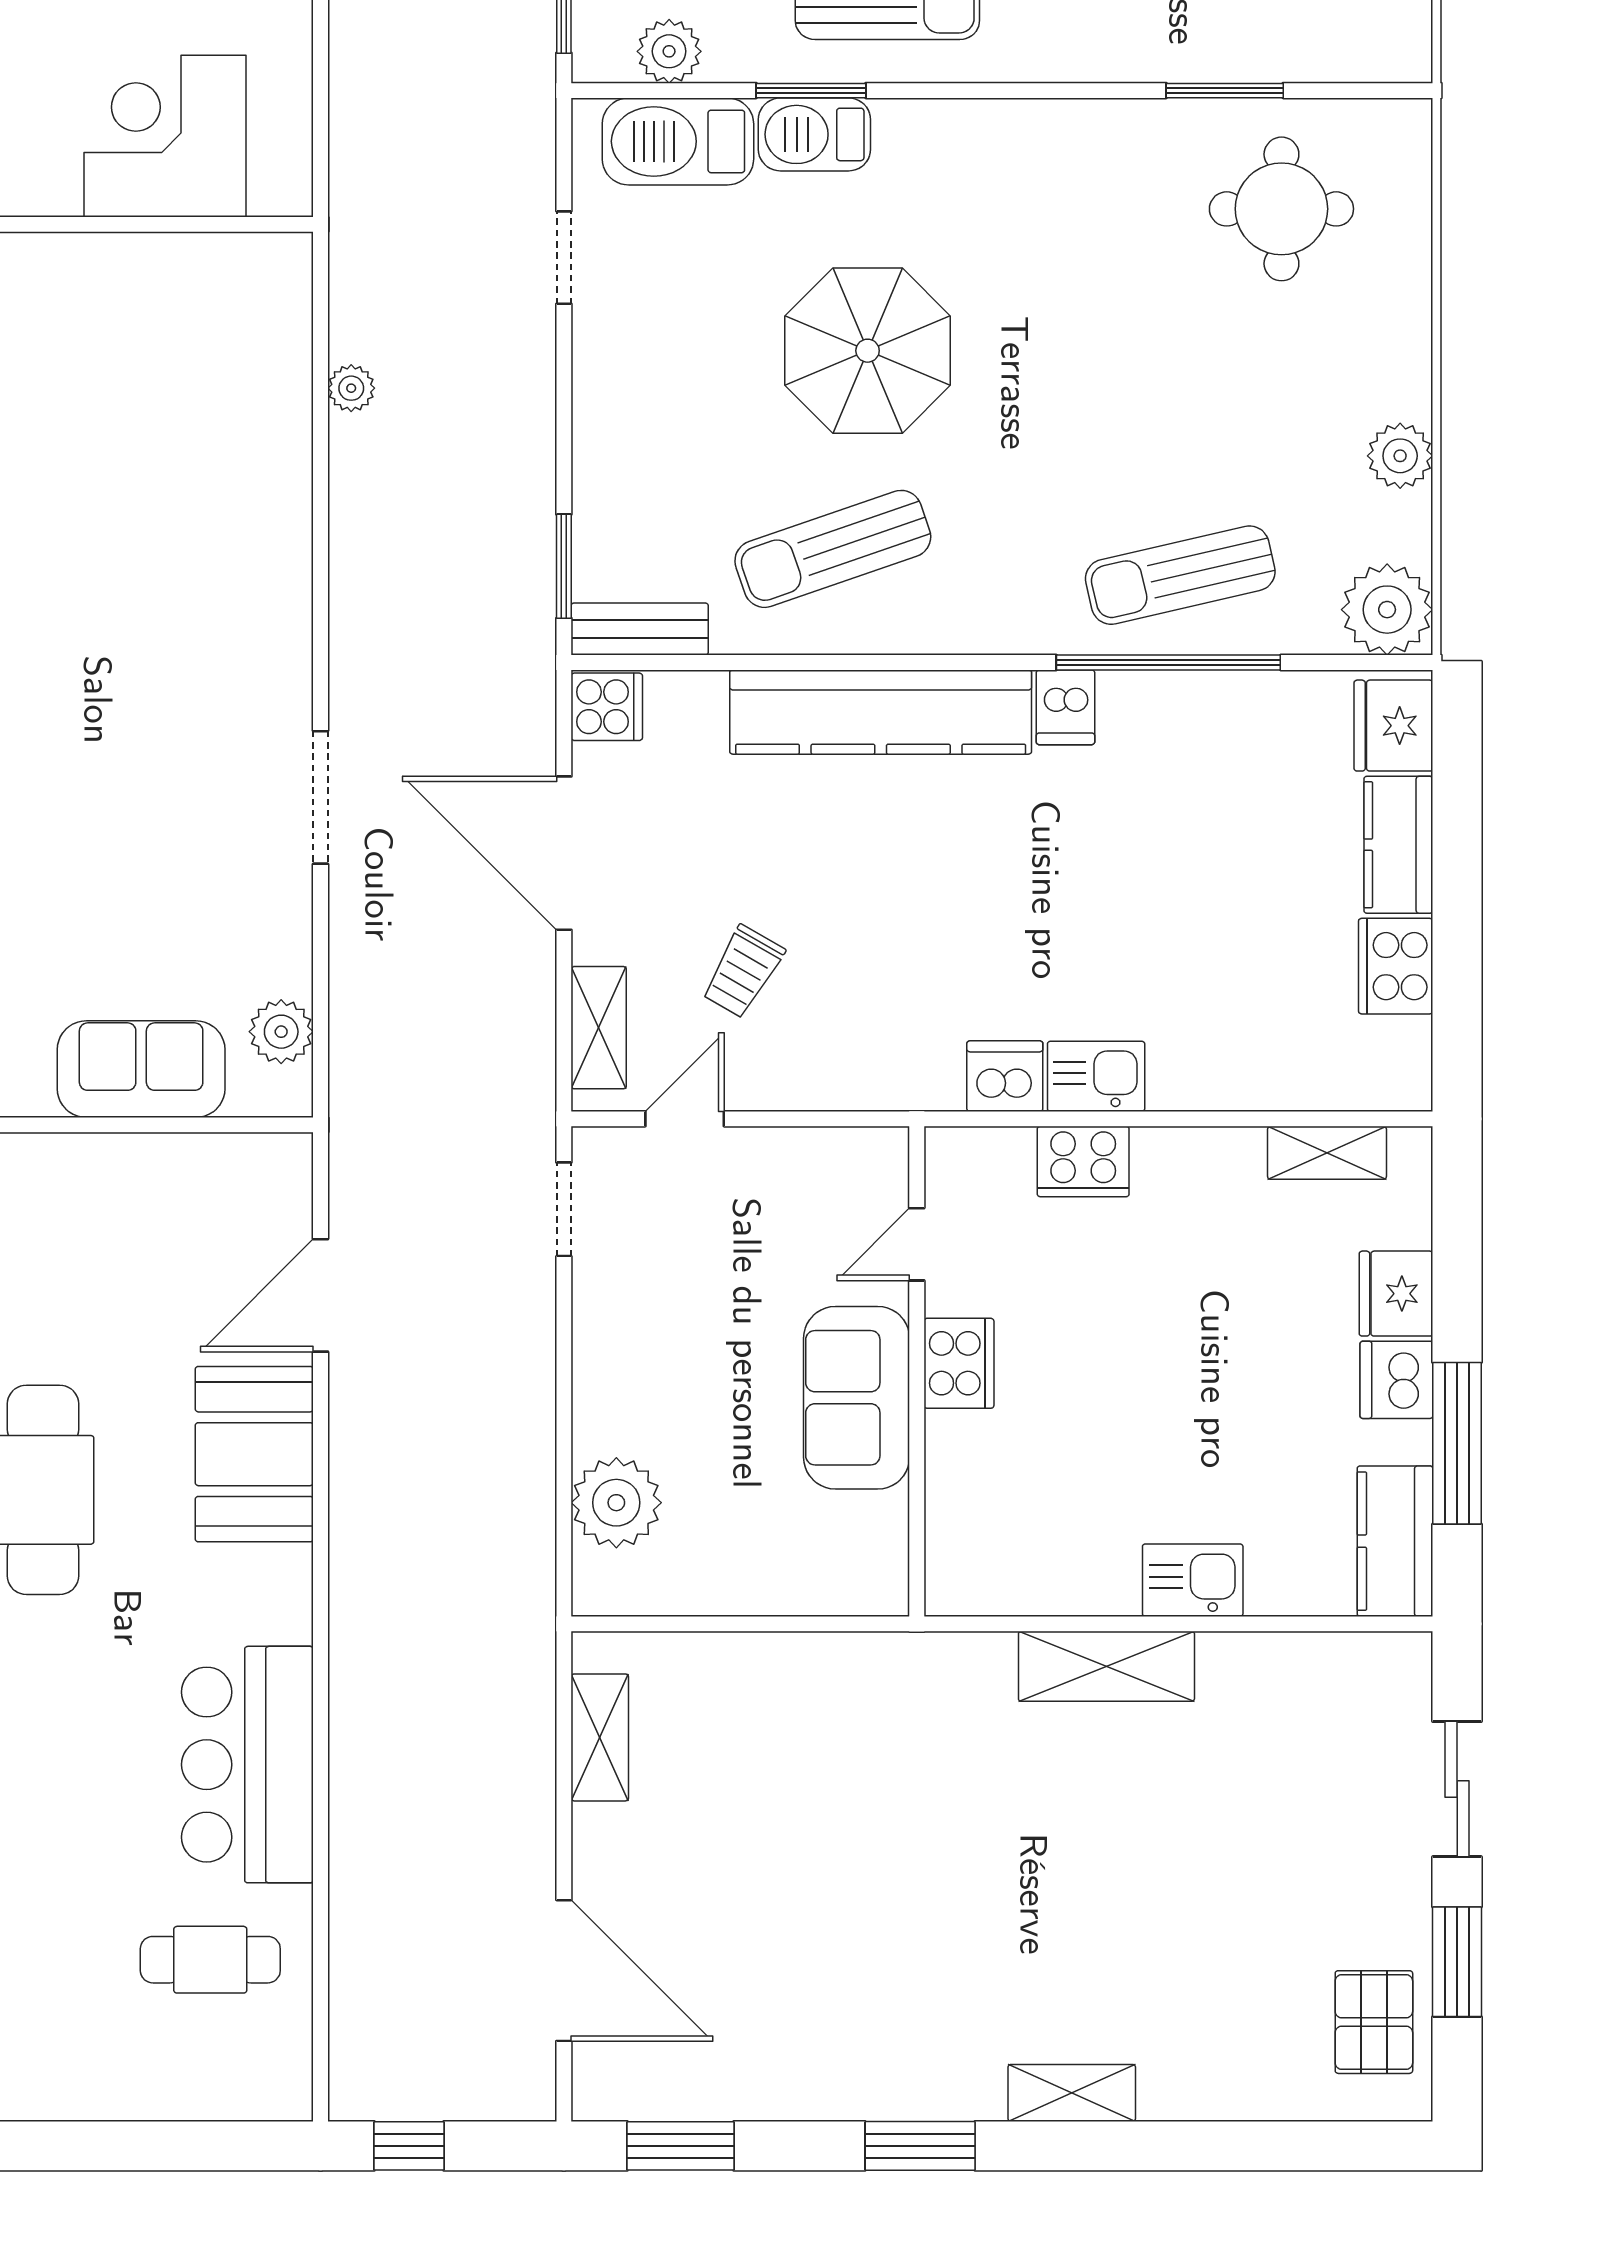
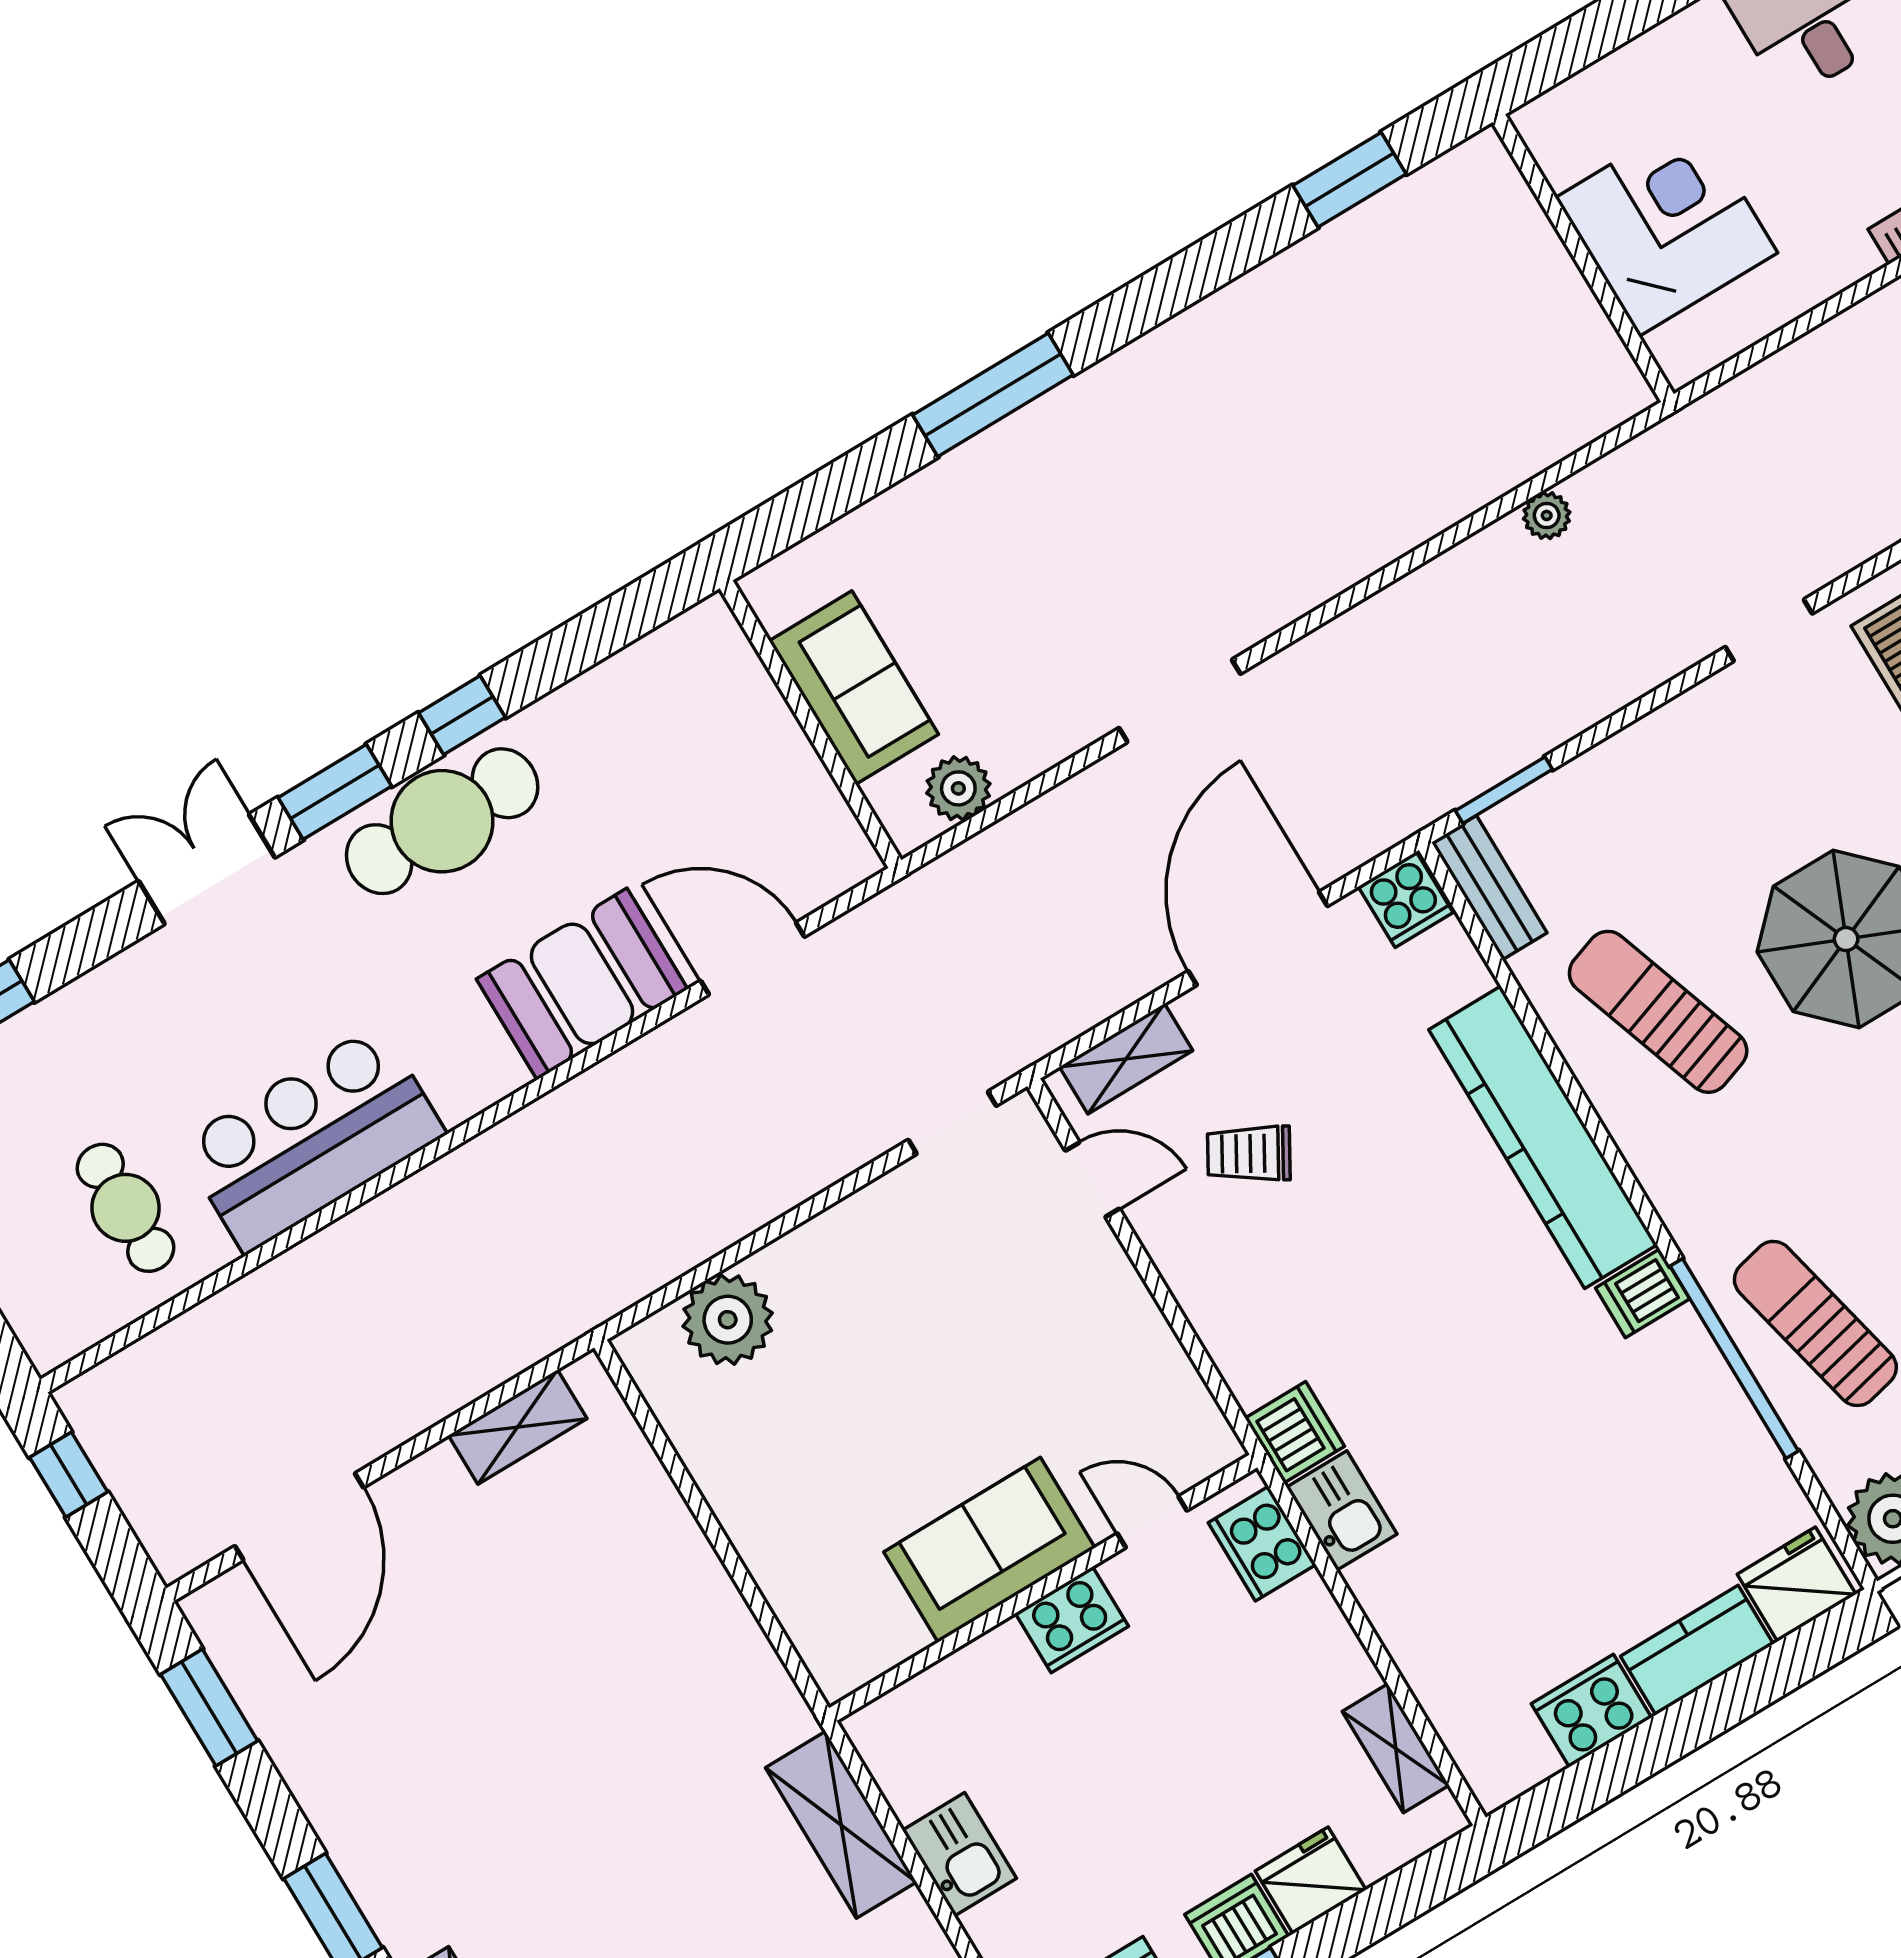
door: (917, 1244) -> (1152, 1522), moved
cooker: (959, 1363) -> (1072, 1620), moved
wall: (917, 1371) -> (1043, 1588), moved
sofa: (857, 1398) -> (989, 1550), moved

